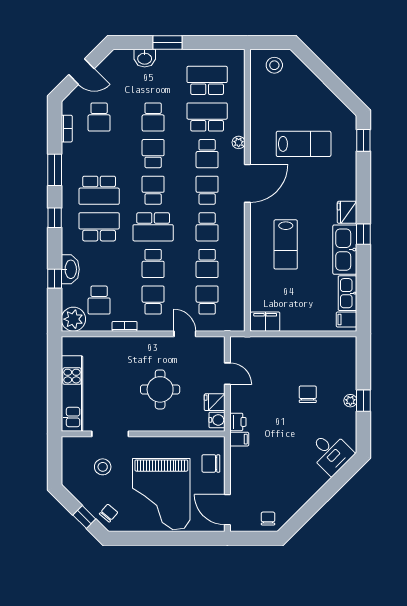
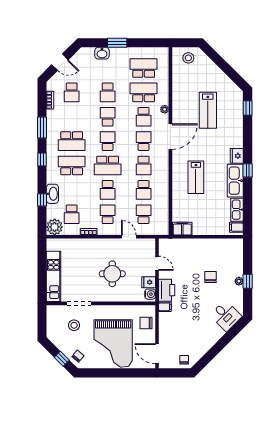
lab bench: (304, 144) -> (208, 110), turned 90
printer: (238, 422) -> (167, 290), width x1.87, depth x1.48

